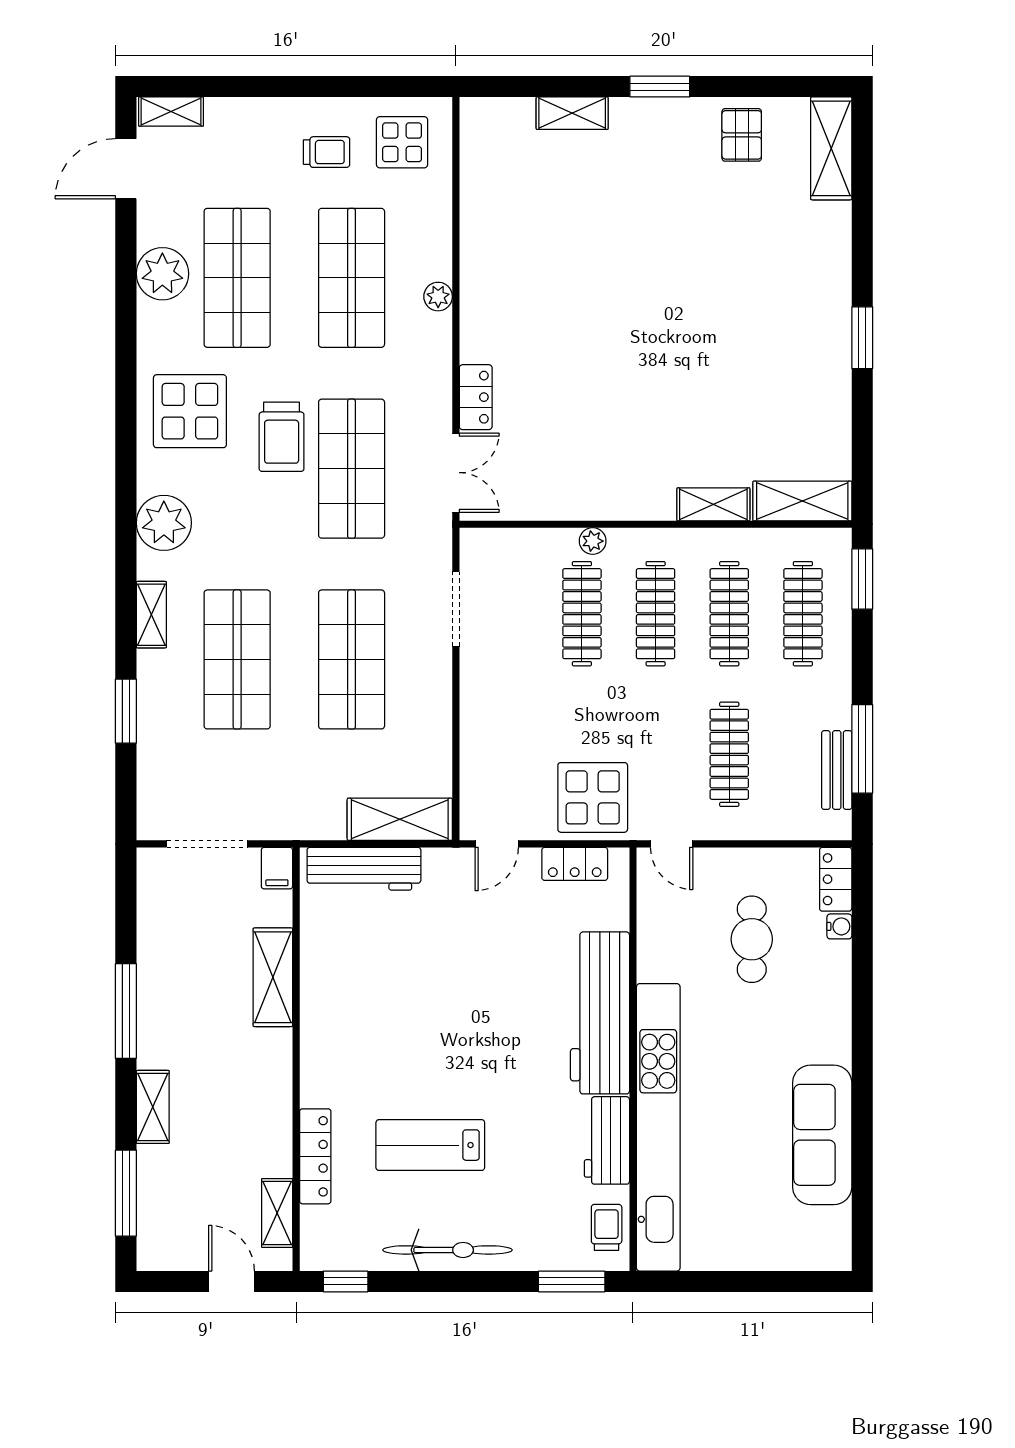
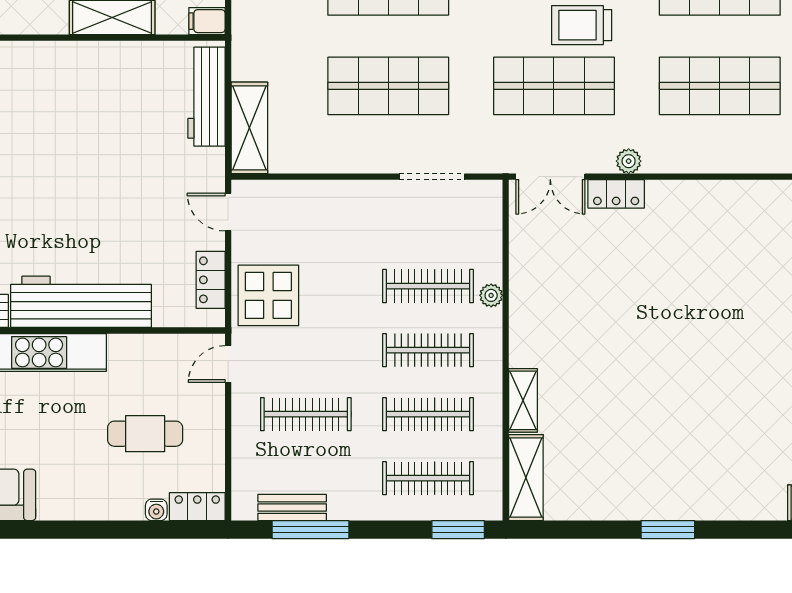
plant: (438, 297) -> (629, 161), moved

